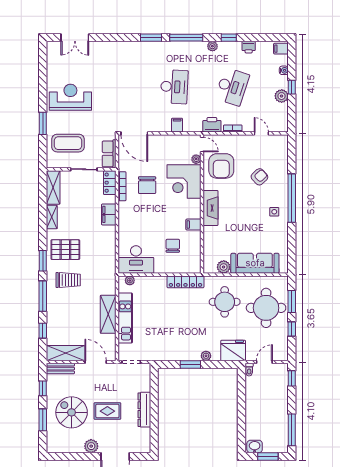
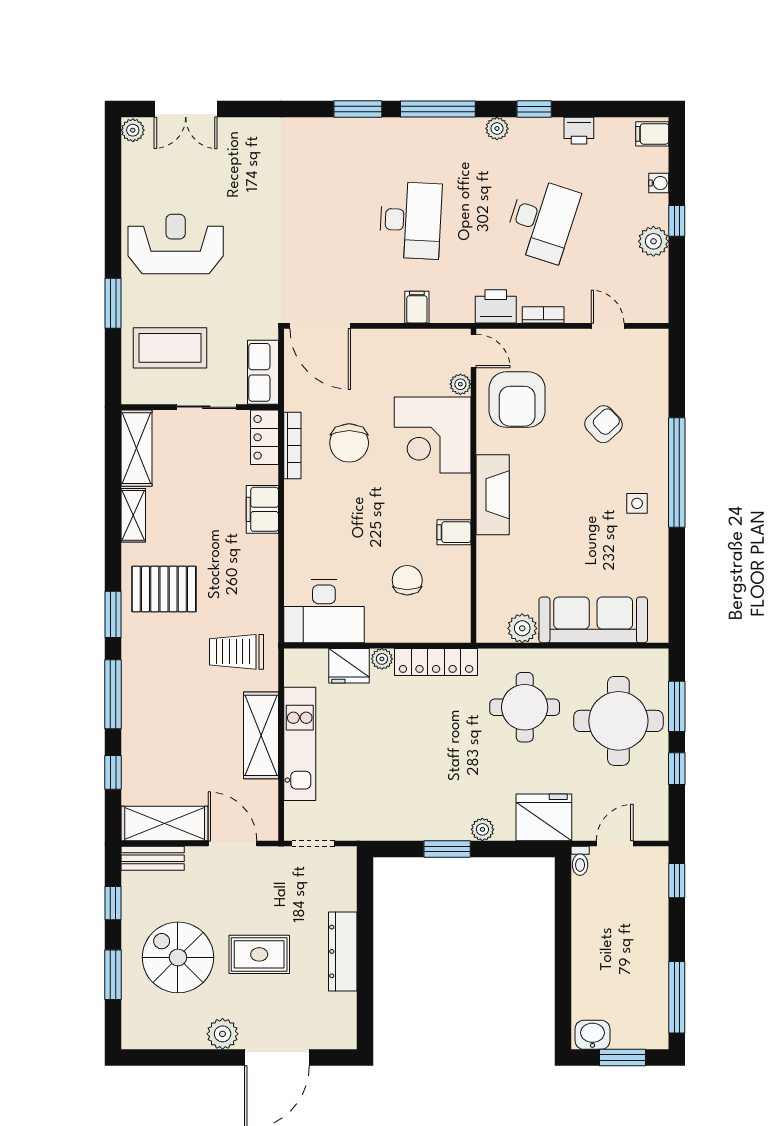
plant: (52, 47) -> (133, 130), added
trolley: (68, 280) -> (237, 652), moved, turned 180
plant: (130, 281) -> (382, 659), moved
fridge: (147, 284) -> (349, 666), added

